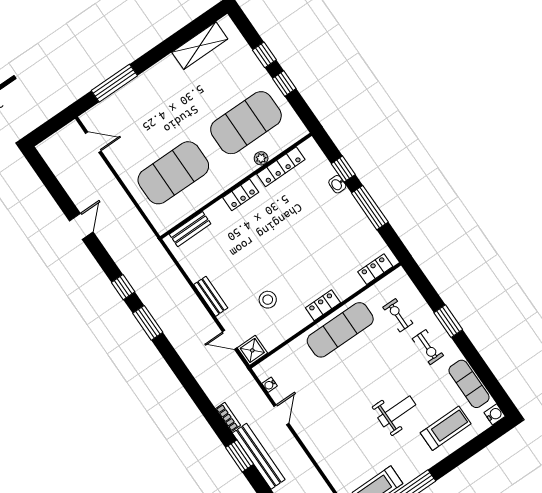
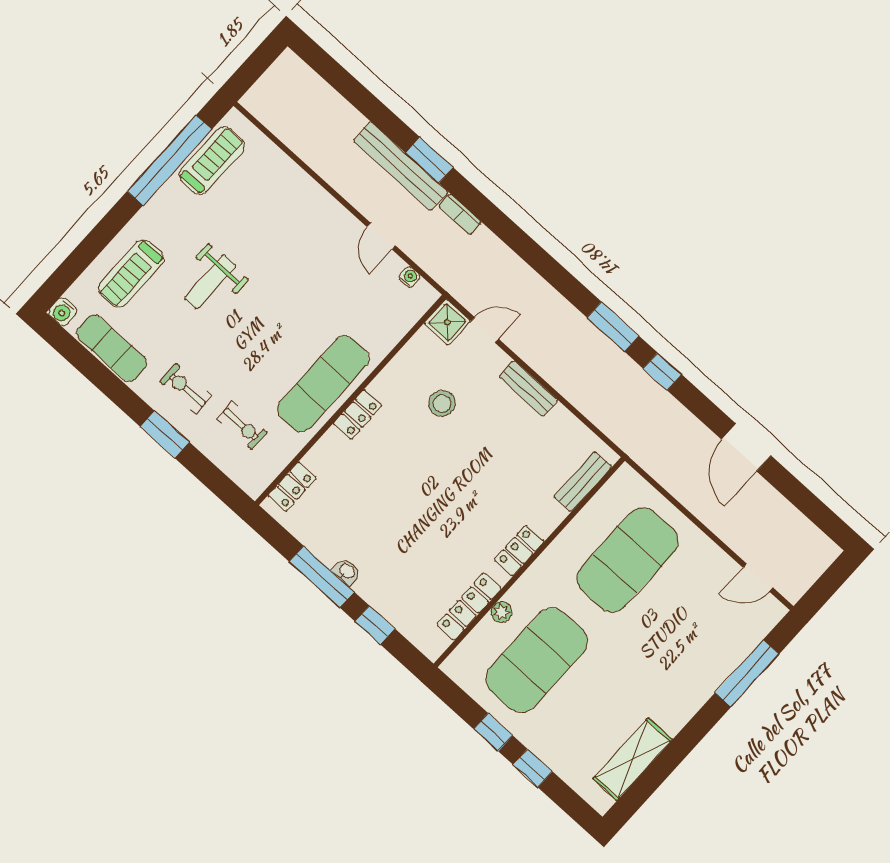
washbasin: (337, 184) -> (347, 571), moved
door: (81, 226) -> (746, 448), width x1.37

